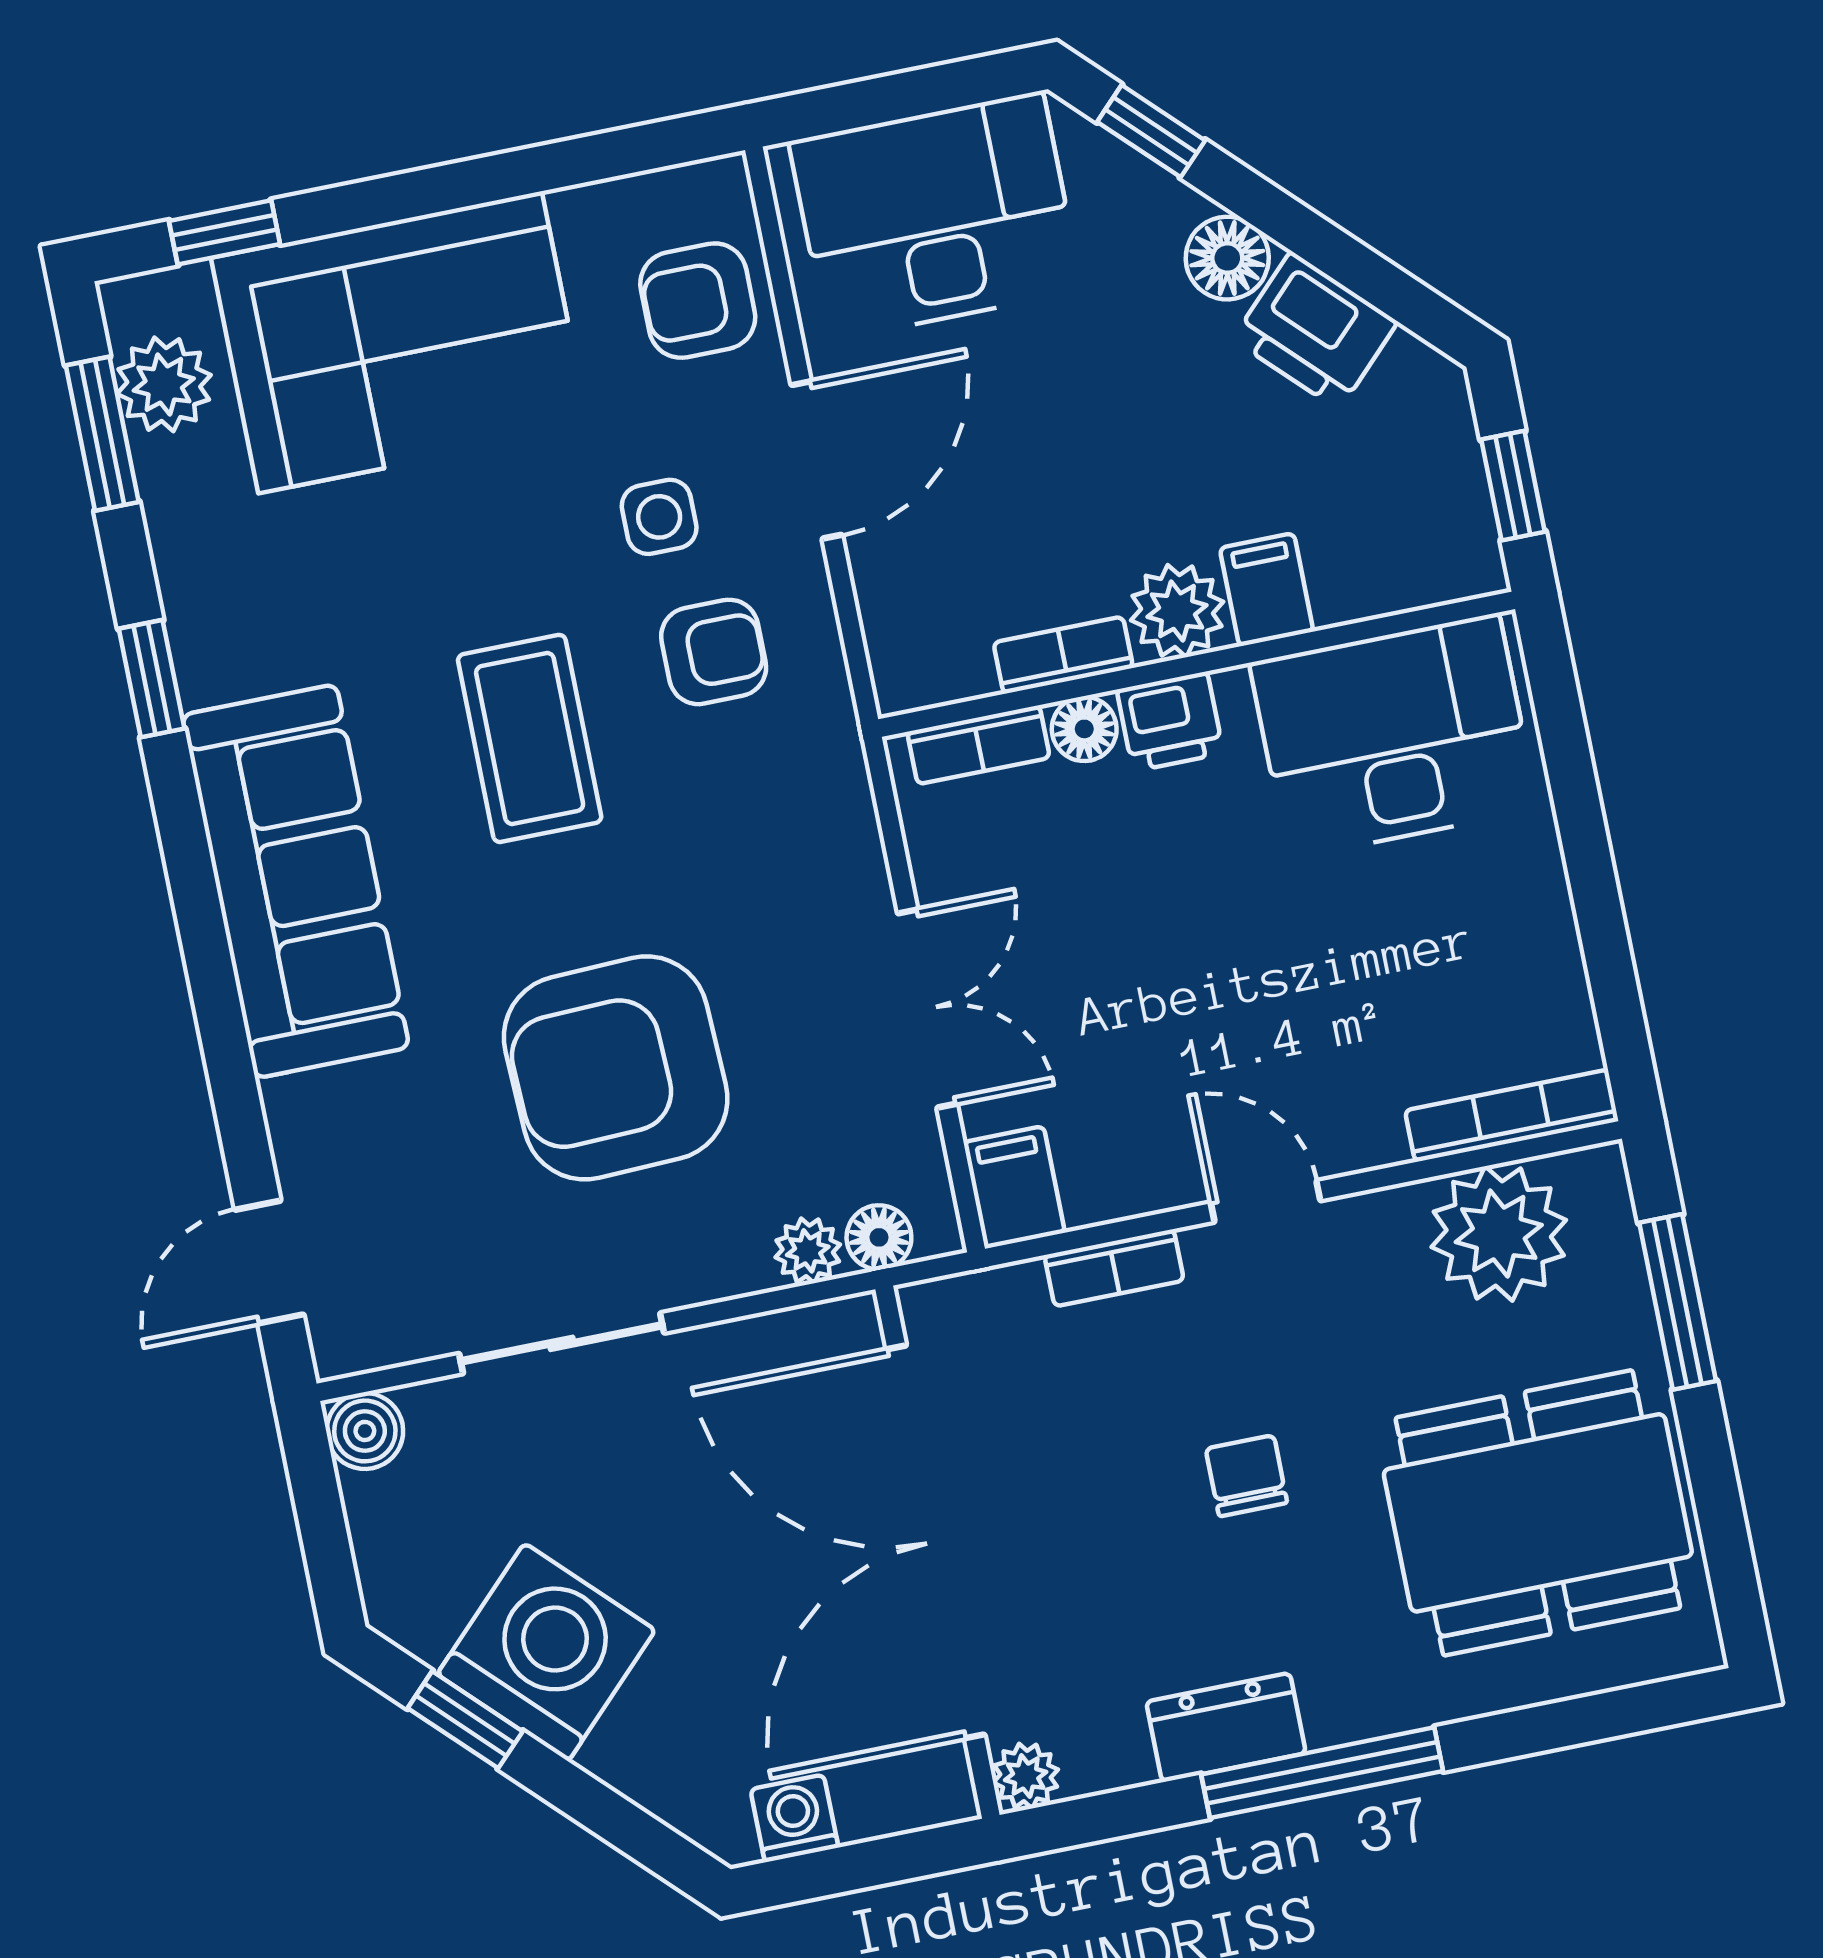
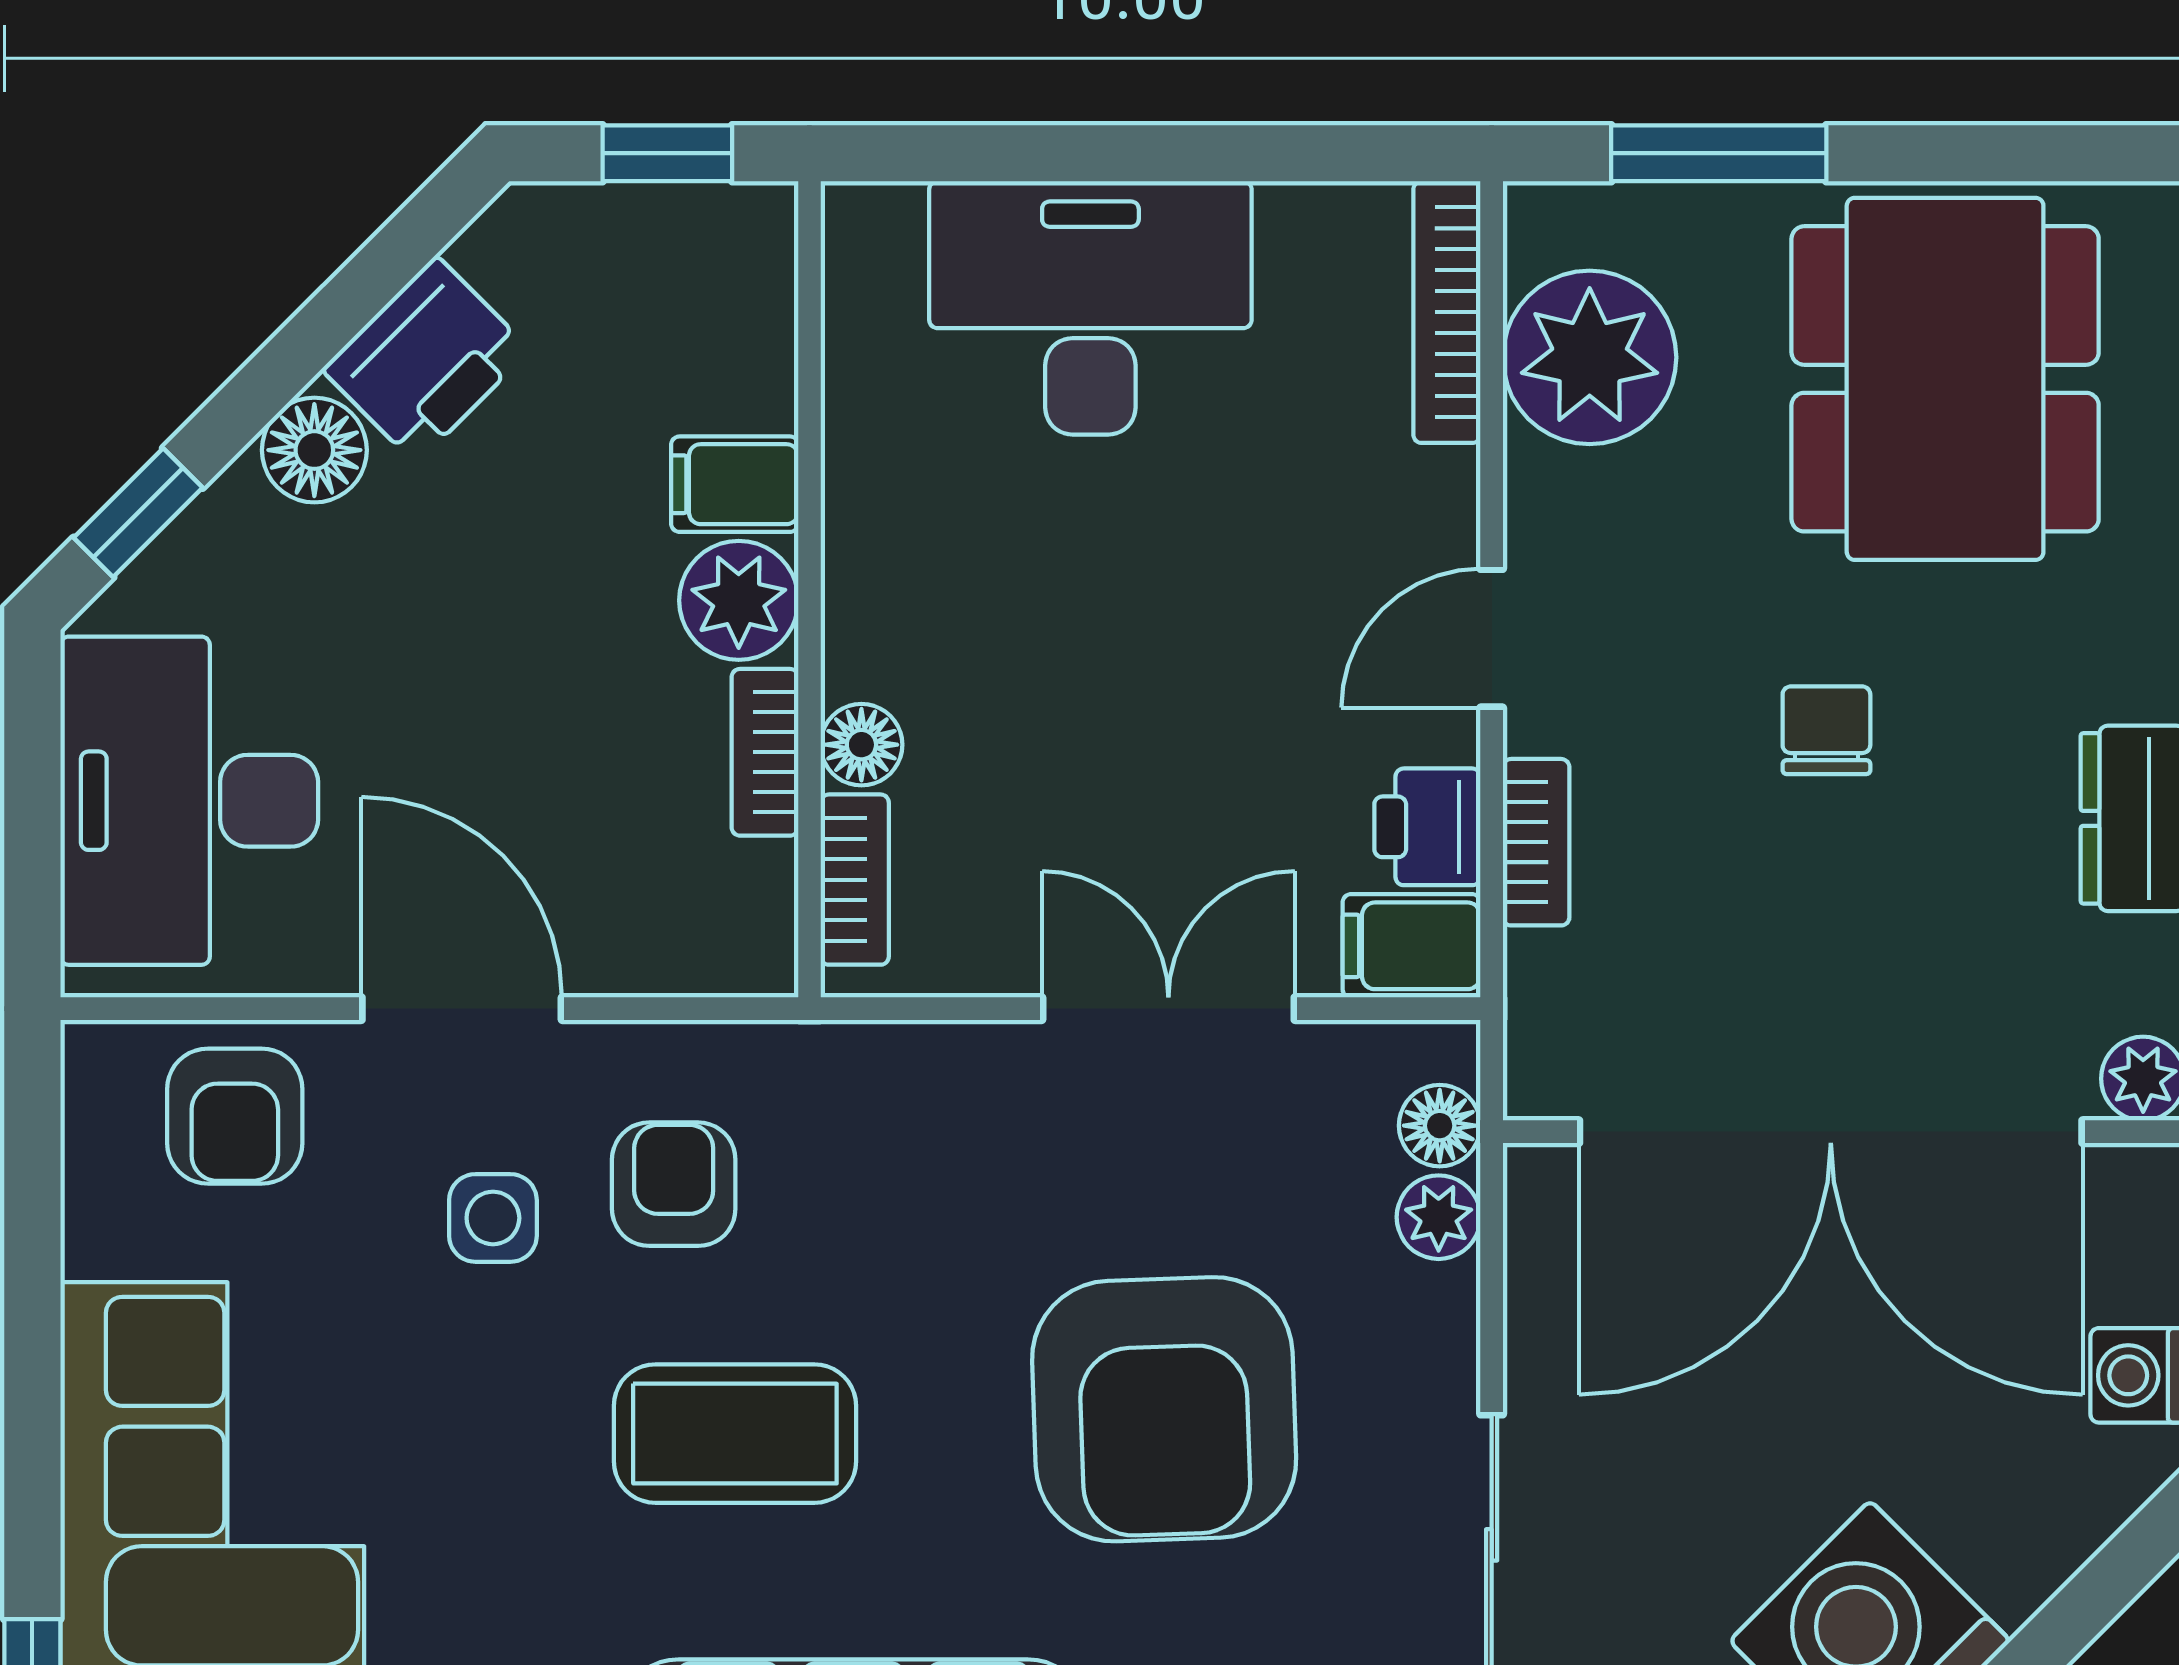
printer: (1170, 721) -> (1427, 827), moved, turned 180
desk: (1394, 736) -> (1090, 308), moved, turned 90
chair: (1246, 1476) -> (1826, 730), turned 90

